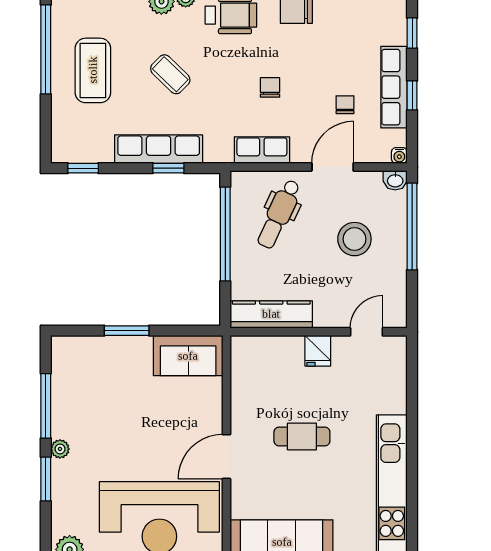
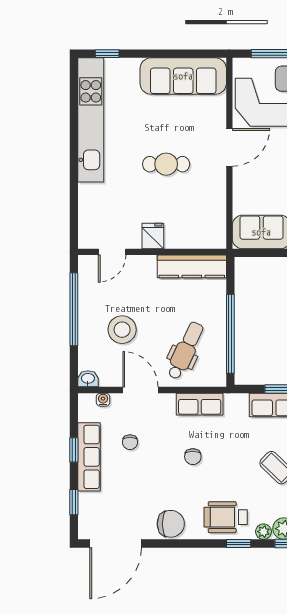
water cooler: (399, 155) -> (103, 400), moved
door: (333, 167) -> (140, 390), swing flipped
window: (412, 227) -> (74, 309), moved

